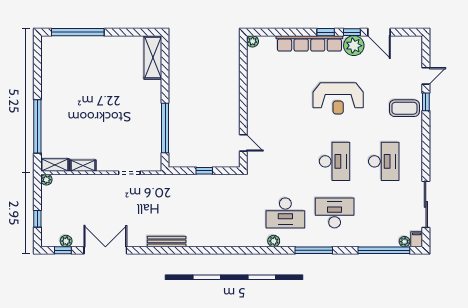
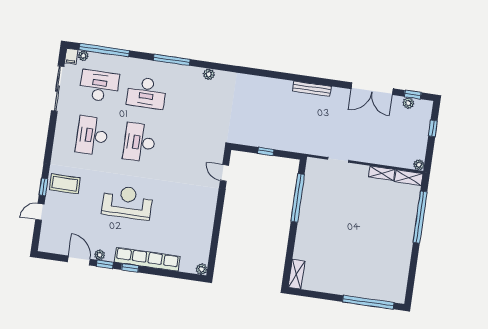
plant: (354, 46) -> (100, 255), width x0.53, depth x0.53
shelving: (153, 57) -> (296, 274), width x0.67, depth x0.75
desk: (285, 213) -> (99, 86), moved

